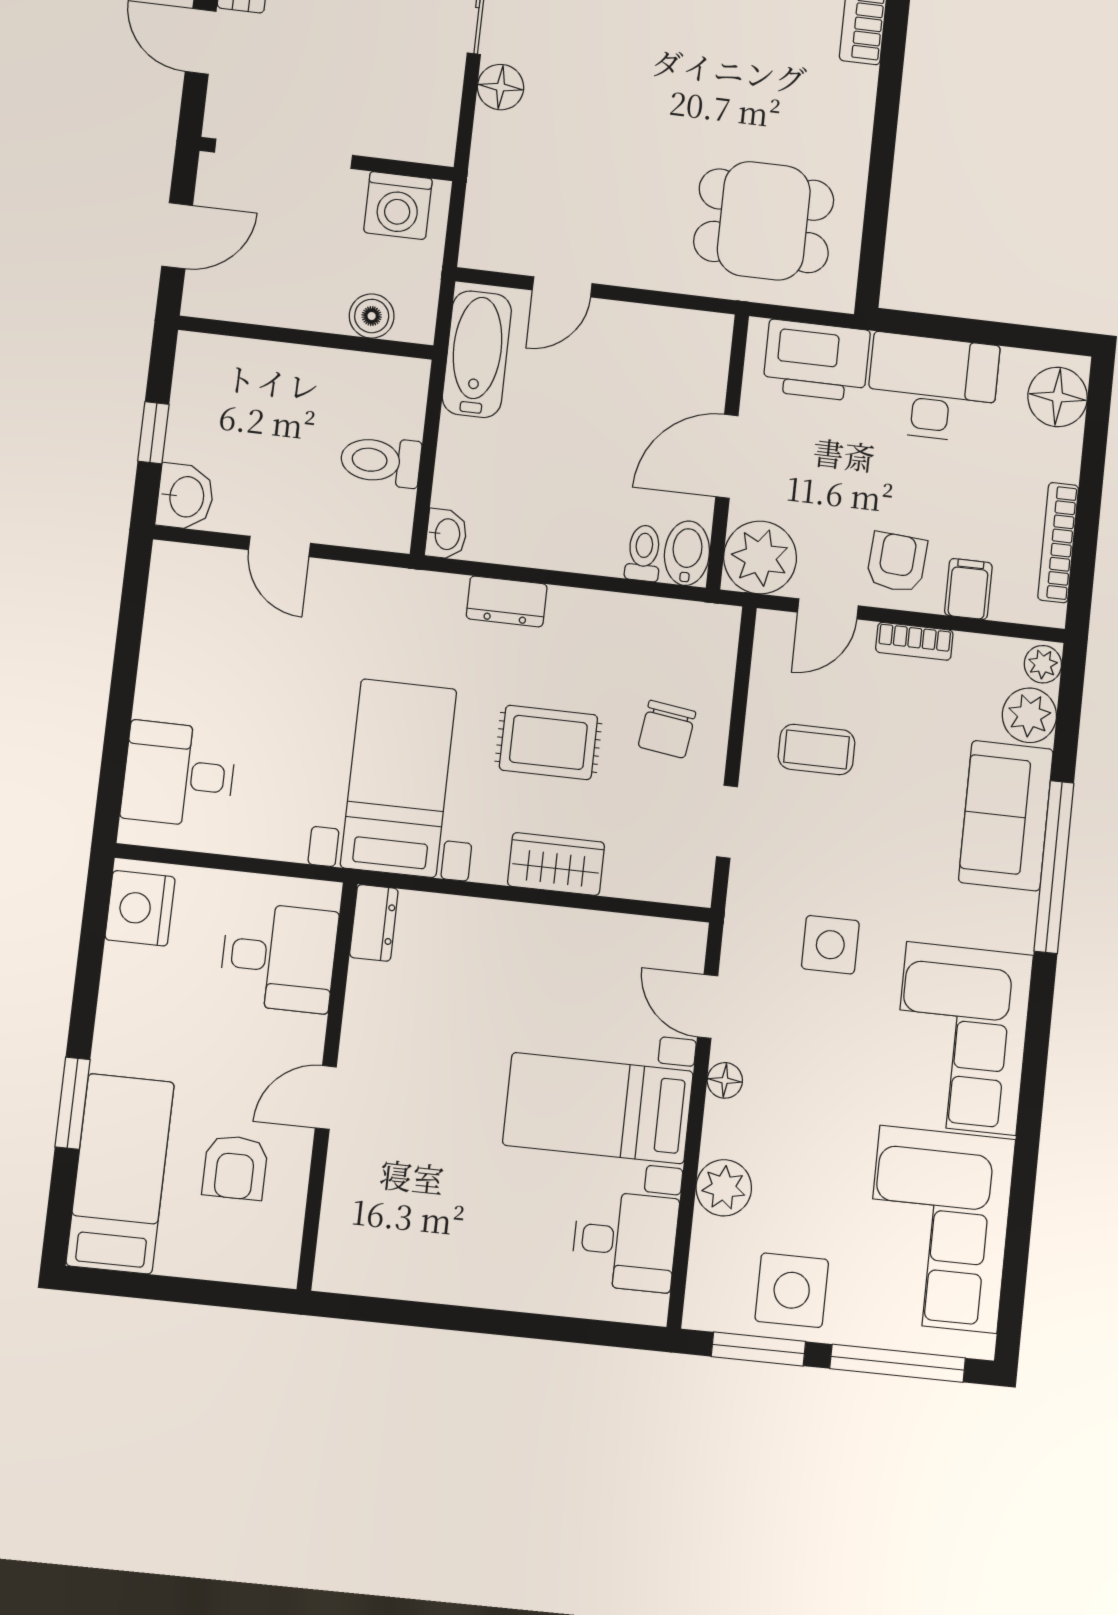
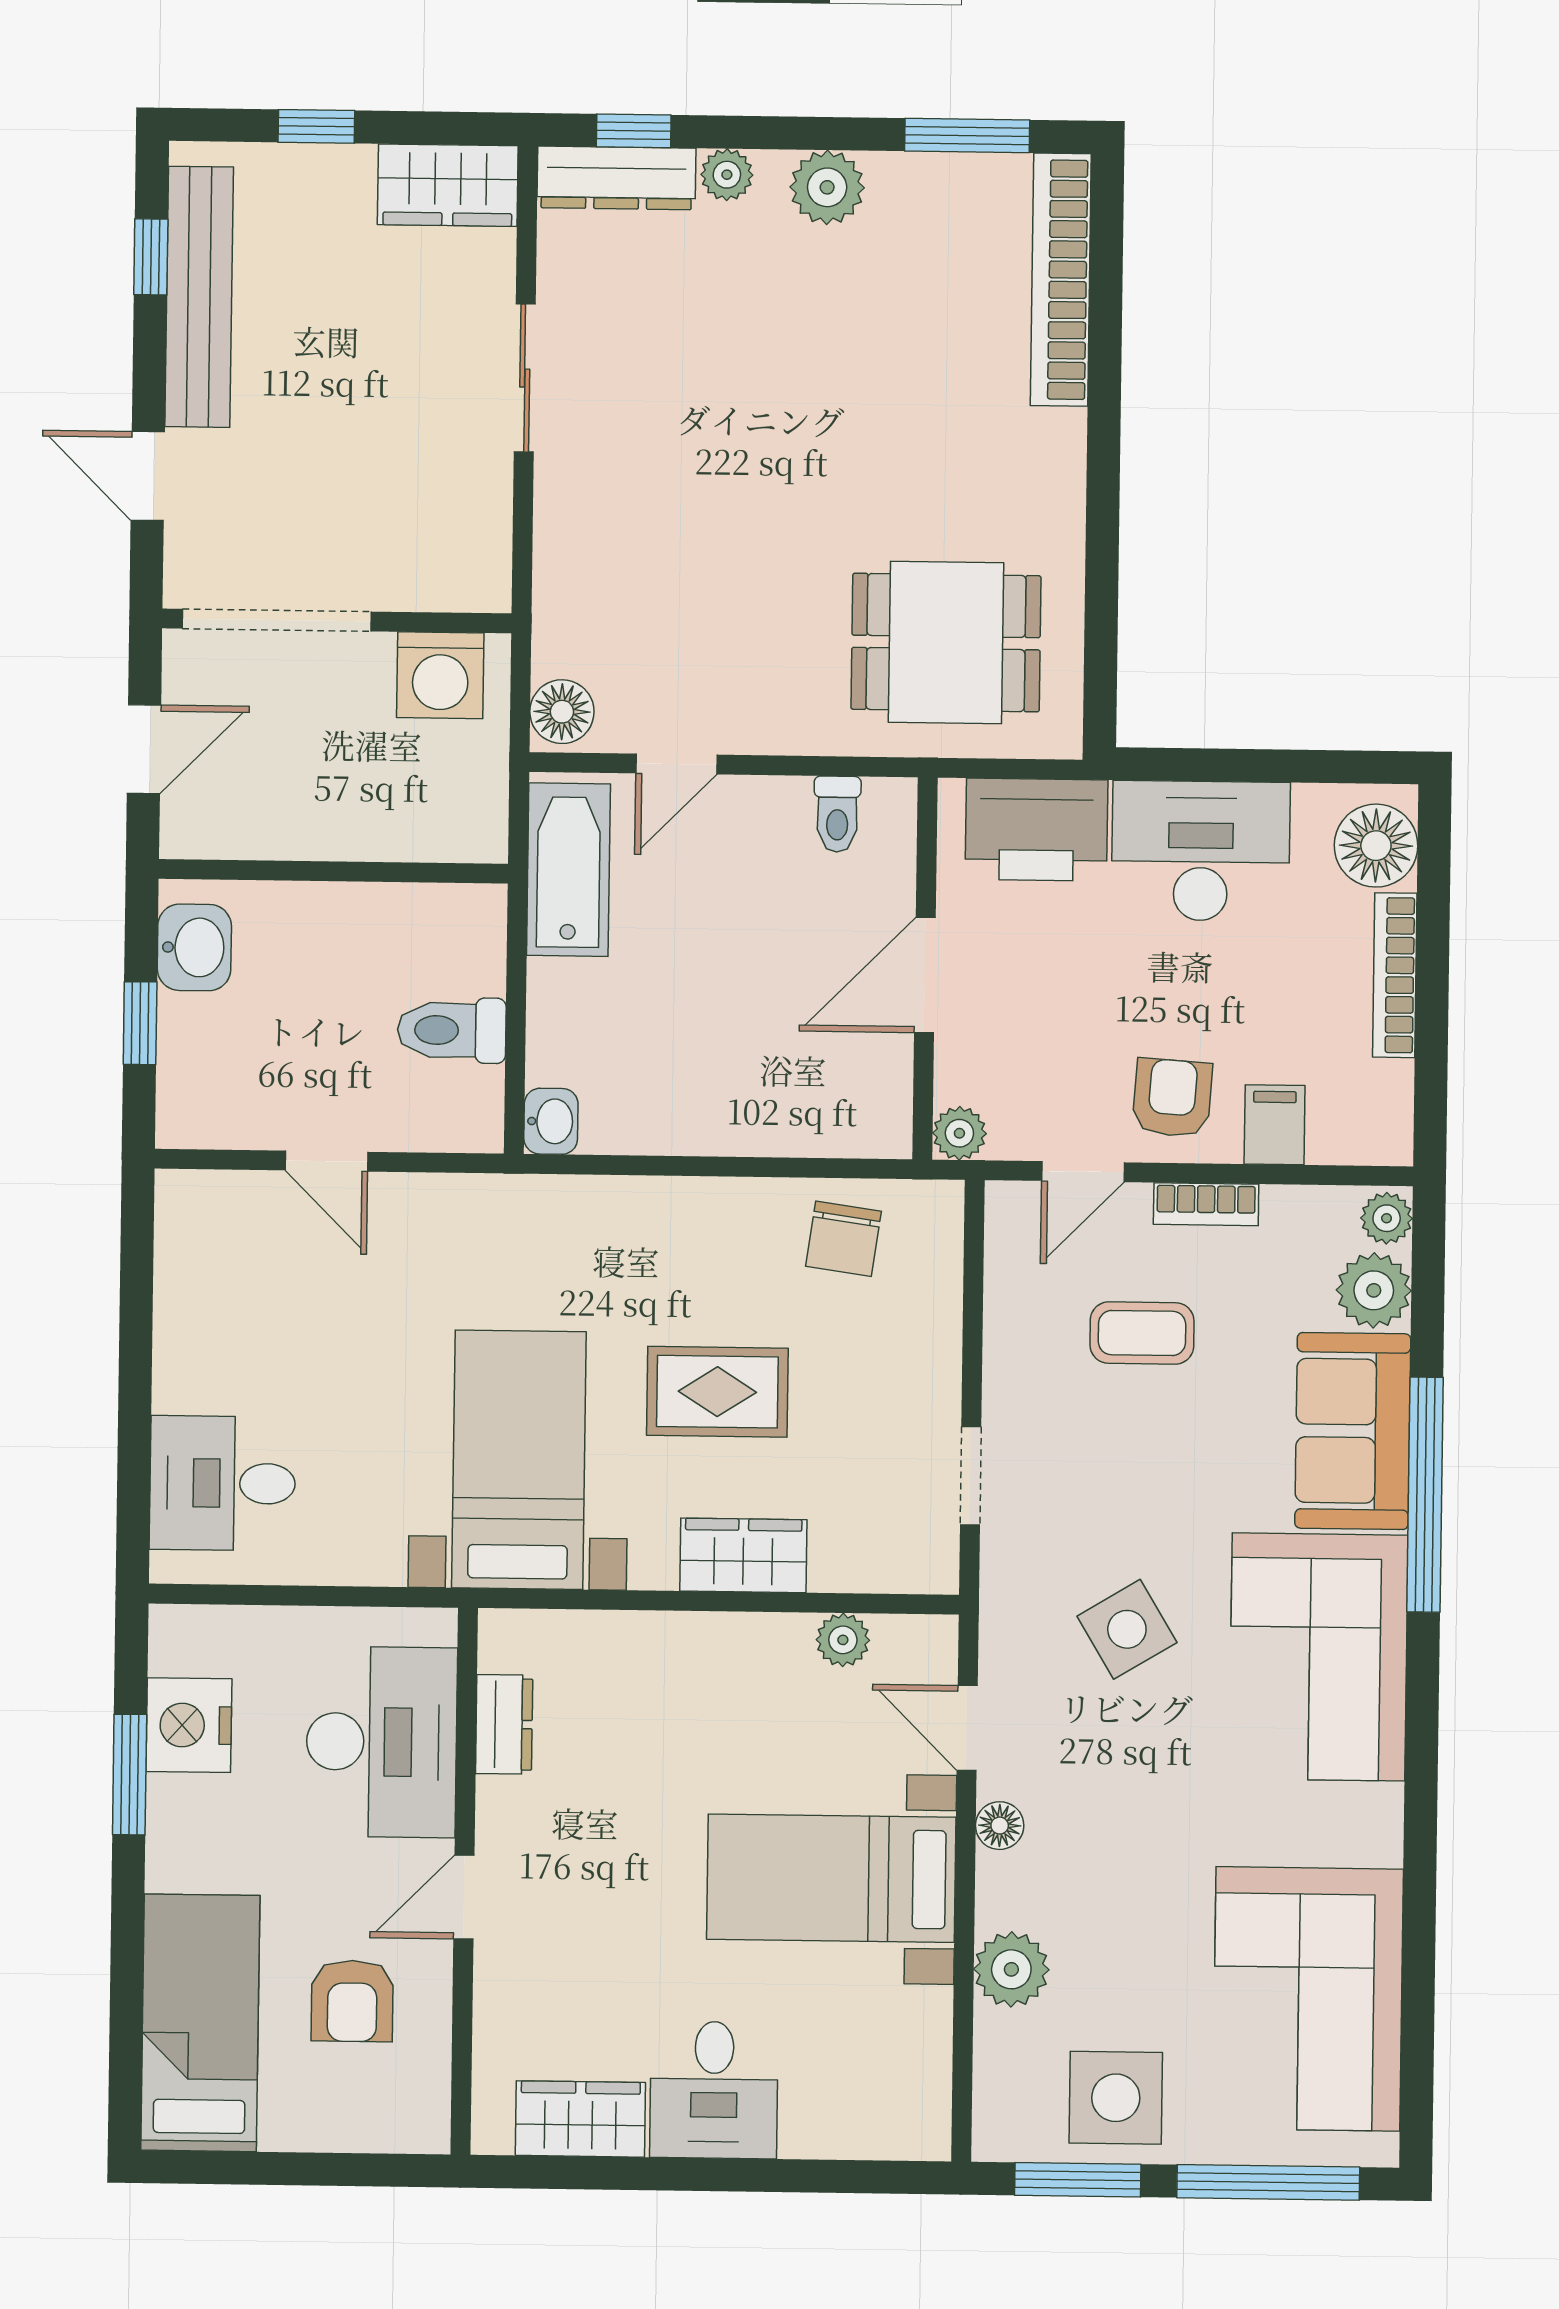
floor lamp: (501, 87) -> (562, 712), moved
boiler: (372, 316) -> (420, 832), removed
washbasin: (185, 497) -> (194, 947), moved
bookcase: (1058, 543) -> (1395, 975), moved
toilet: (644, 553) -> (837, 814), moved, turned 180
bidet: (687, 553) -> (882, 1114), removed
plant: (760, 557) -> (959, 1133), width x0.53, depth x0.53
dresser: (507, 601) -> (642, 1205), removed
chair: (667, 729) -> (843, 1239), moved
coffee table: (817, 750) -> (1142, 1333), moved
nightstand: (140, 908) -> (189, 1725), moved
dresser: (374, 923) -> (504, 1724), moved
plant: (623, 933) -> (843, 1640), added
side table: (830, 945) -> (1127, 1629), turned -31
desk: (279, 957) -> (382, 1742), width x1.37
corner sofa: (961, 1038) -> (1318, 1657), moved
window: (73, 1103) -> (130, 1775), moved
desk: (625, 1241) -> (714, 2090), moved, turned 90
wardrobe: (396, 1271) -> (580, 2119), added

